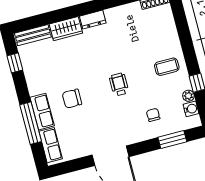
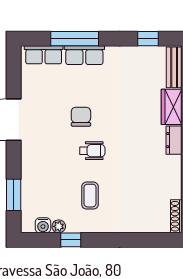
coffee table: (167, 67) -> (90, 196), moved
chair: (72, 99) -> (81, 117), moved
chair: (153, 115) -> (47, 180), removed

